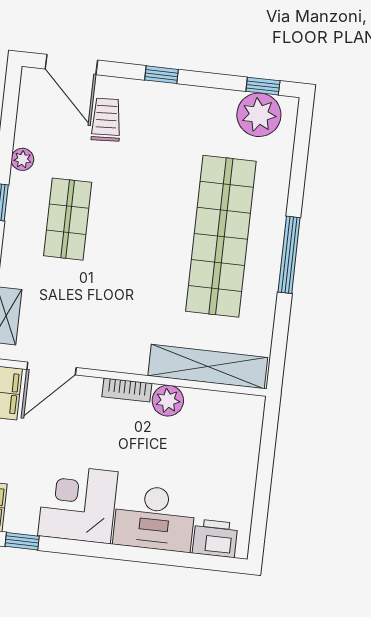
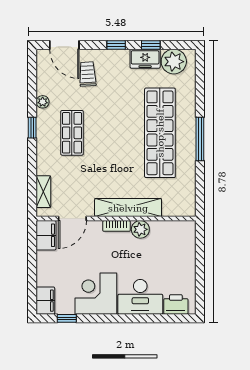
window: (263, 86) -> (151, 45), moved
freezer: (209, 104) -> (145, 59), added
shelving: (208, 367) -> (128, 208), moved

